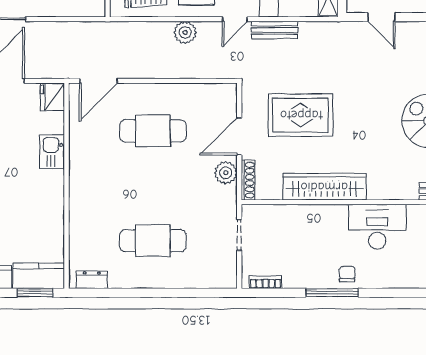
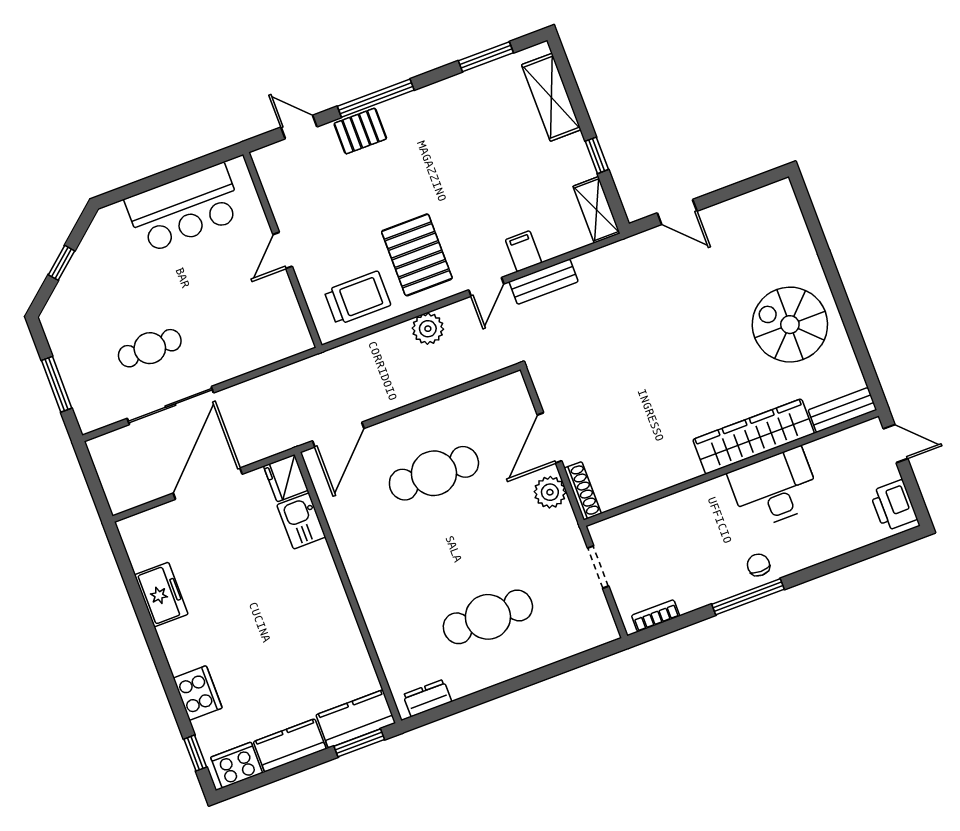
rug: (301, 115) -> (619, 380), removed
kitchen sink: (52, 152) -> (301, 521), moved
wardrobe: (324, 187) -> (754, 436), moved

